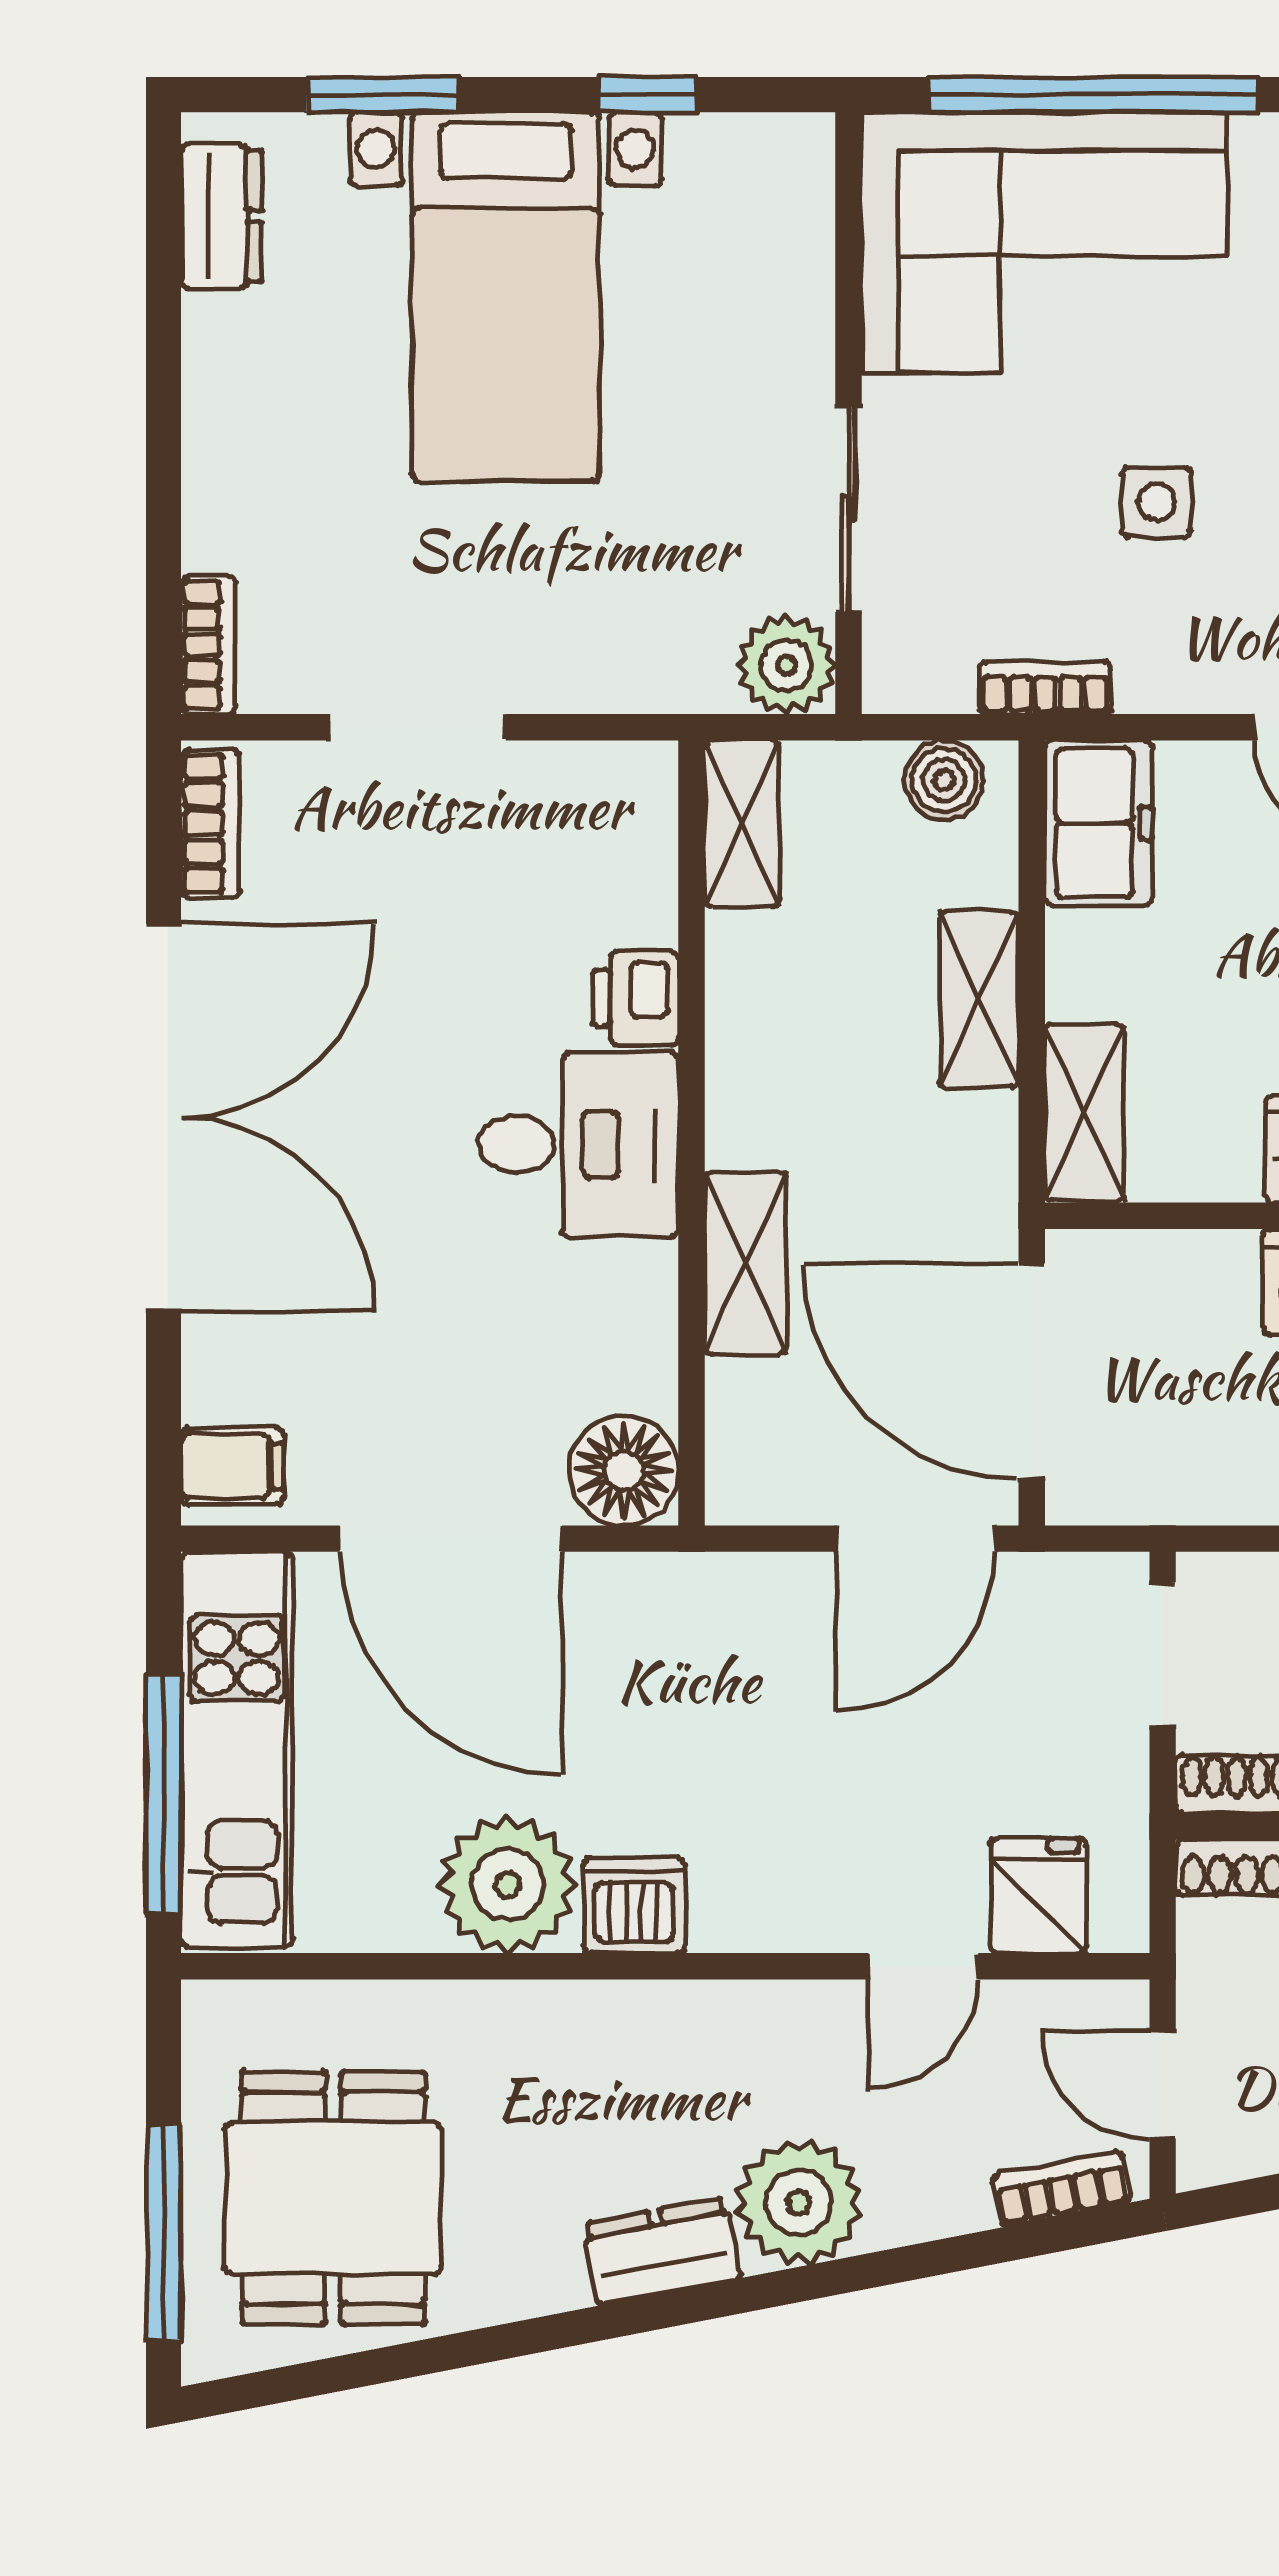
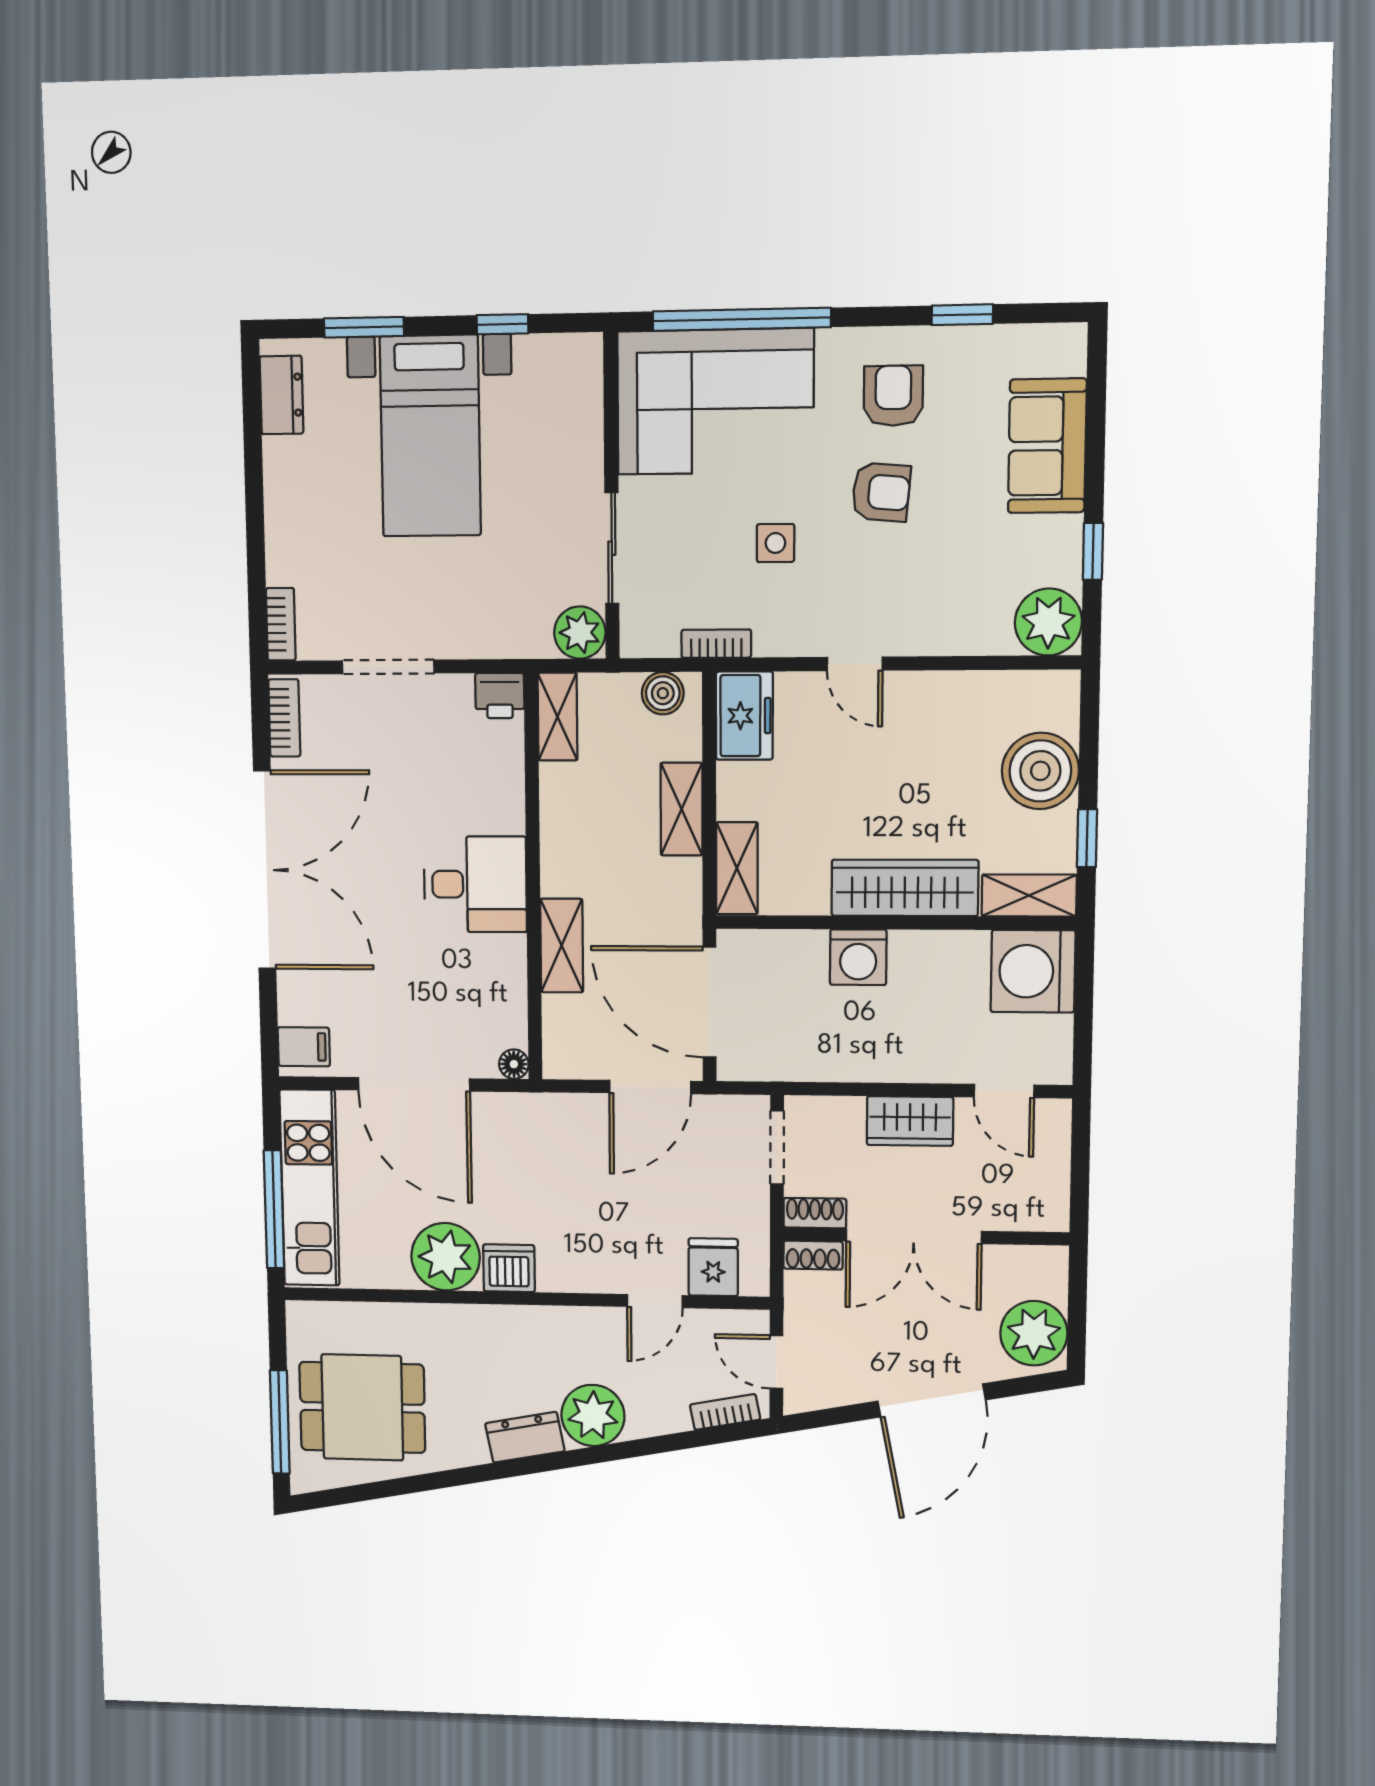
printer: (636, 998) -> (500, 696), moved, turned -90
floor lamp: (624, 1471) -> (514, 1064), width x0.53, depth x0.53
dining table: (333, 2198) -> (362, 1407), turned 90

